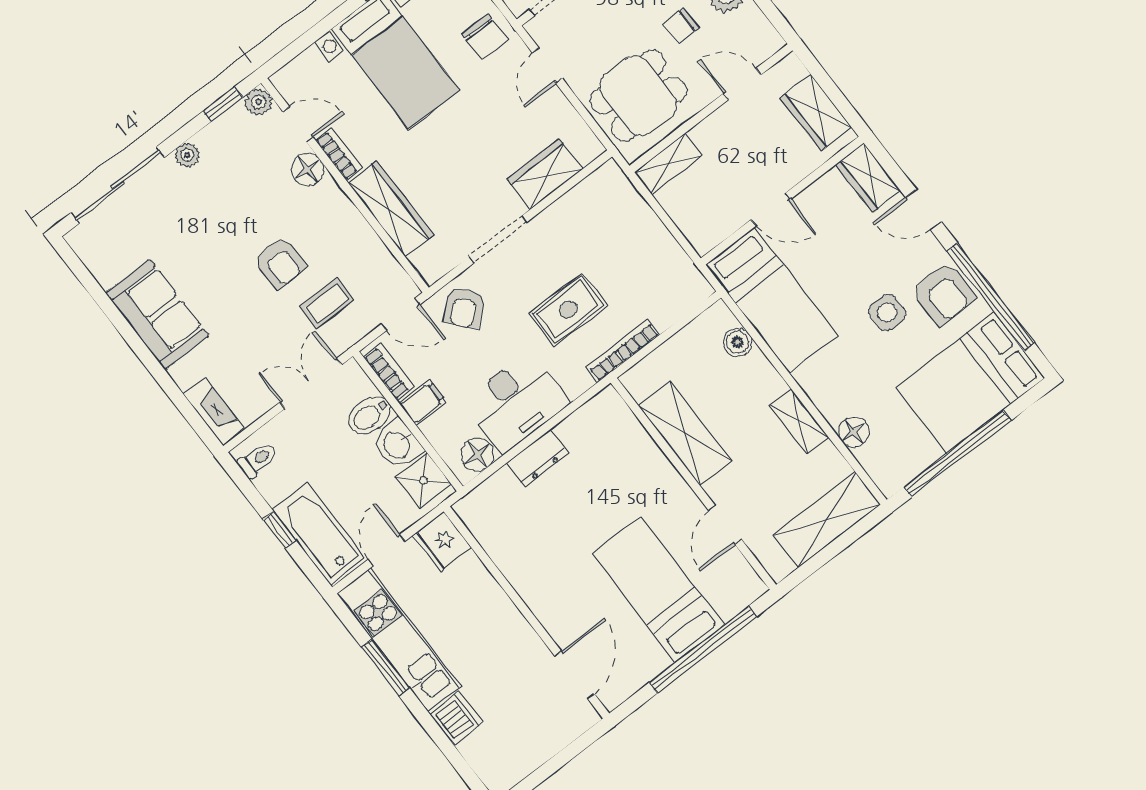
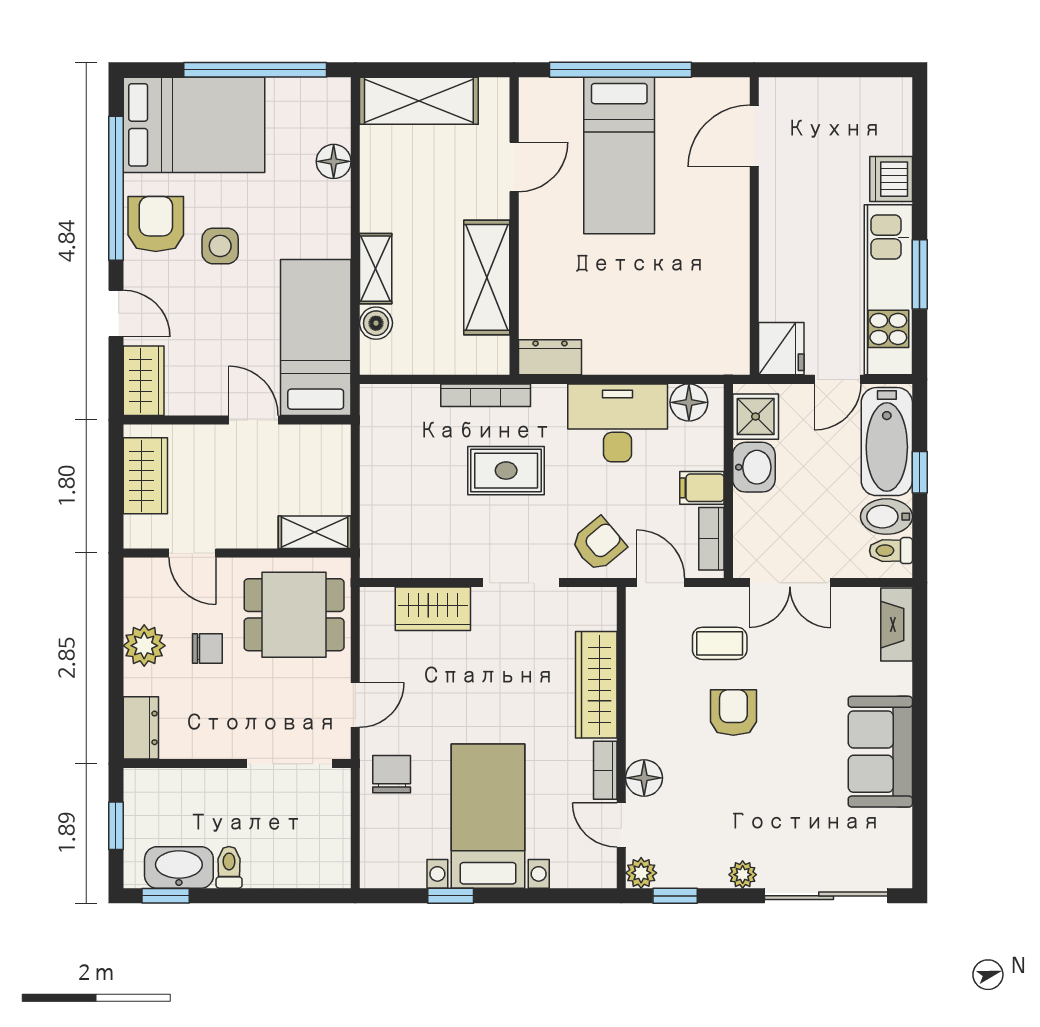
bidet: (370, 415) -> (886, 517), moved, turned 180
shelving: (799, 422) -> (376, 269), moved
dresser: (538, 458) -> (550, 357), moved

